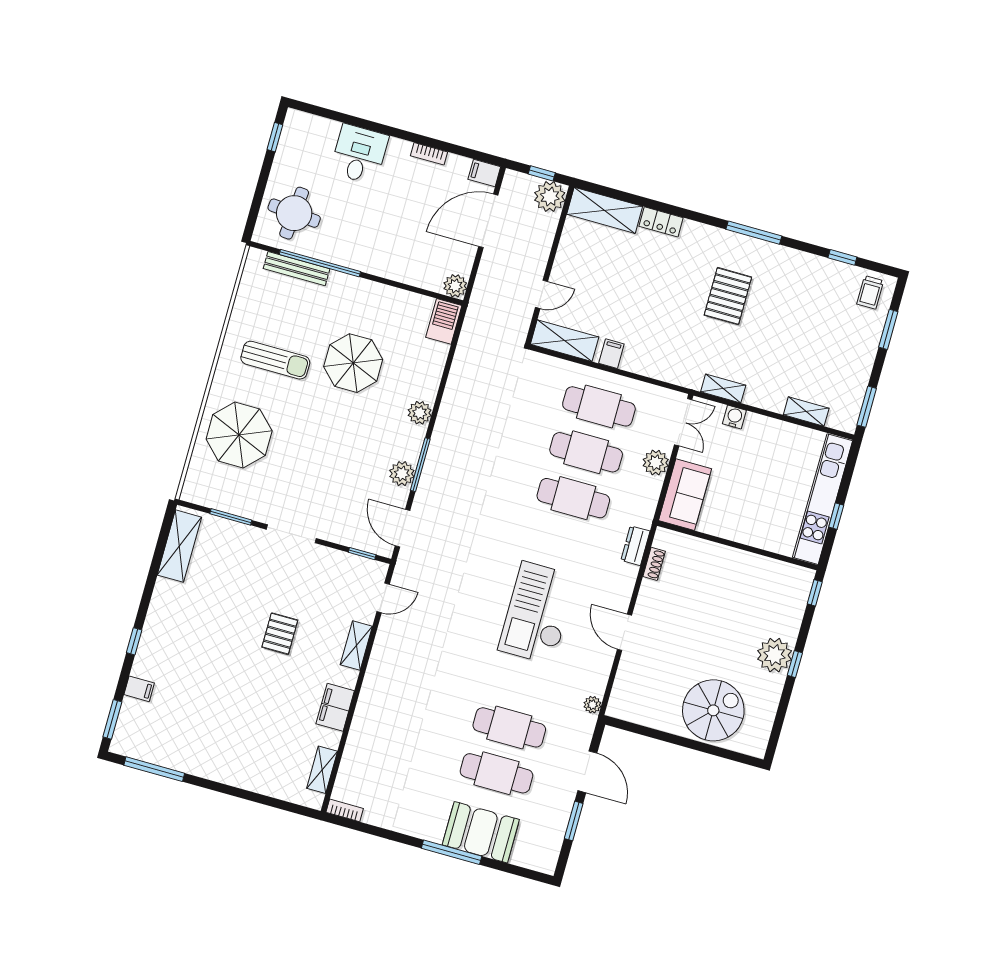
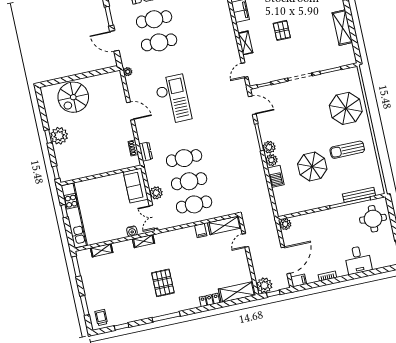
barbecue: (444, 321) -> (276, 176), moved
plant: (402, 474) -> (269, 147), moved
shelving: (179, 546) -> (342, 28), moved

